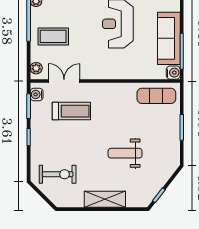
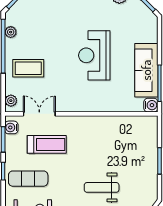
exercise mat: (156, 96) -> (28, 179), moved

